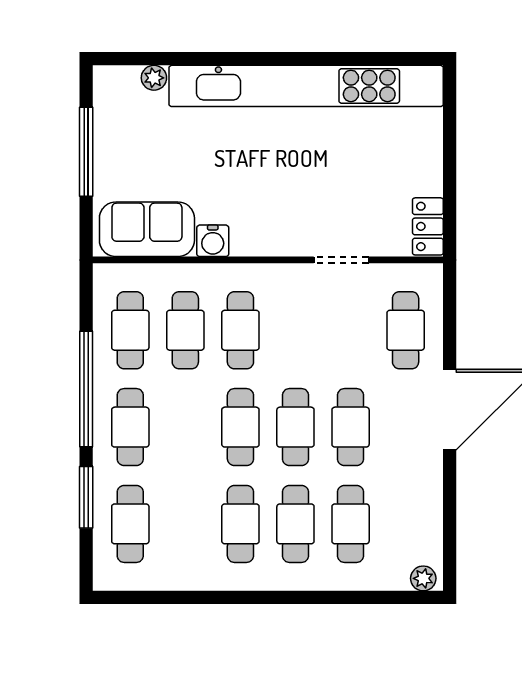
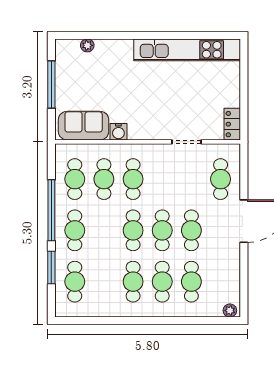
kitchen unit: (306, 86) -> (187, 50), width x0.73

